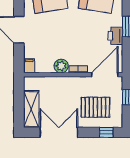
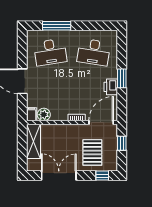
plant: (61, 66) -> (44, 115), moved
pallet: (95, 107) -> (92, 152), turned 90
shelving: (31, 109) -> (33, 141), moved

